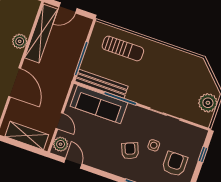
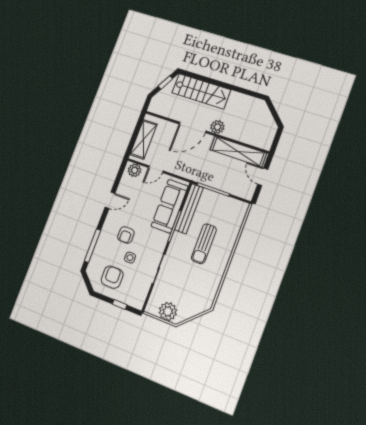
plant: (20, 41) -> (217, 127), moved
sun lounger: (123, 48) -> (204, 244), moved
armchair: (130, 151) -> (126, 235), turned 112
door: (73, 163) -> (110, 200), moved
armchair: (175, 164) -> (112, 277), turned -90

